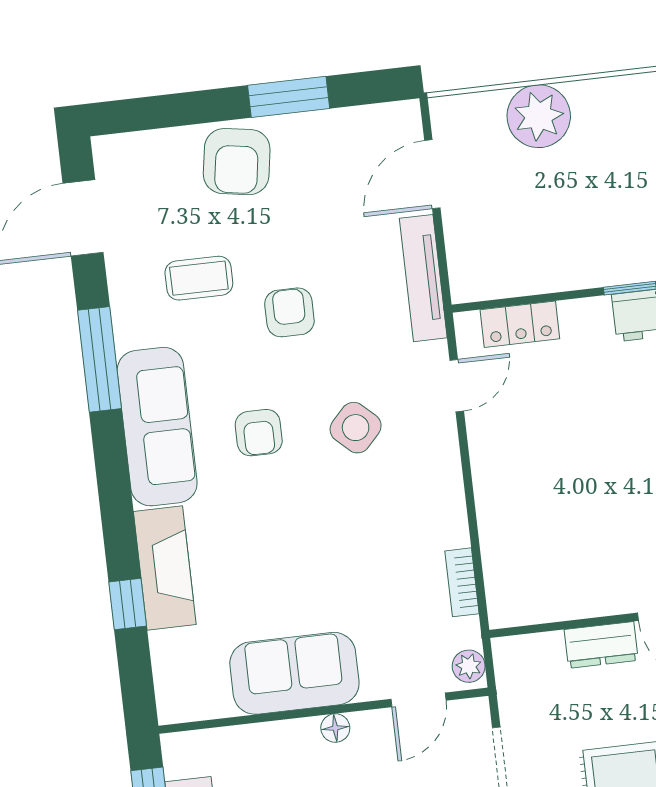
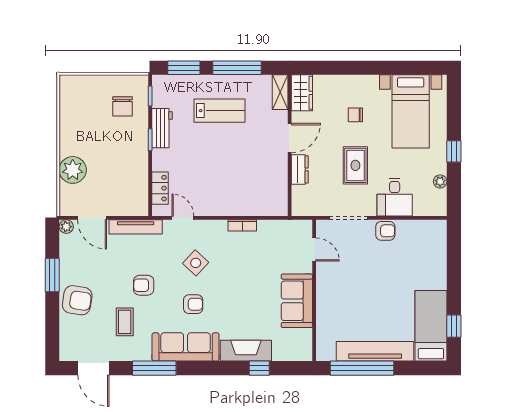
bookcase: (462, 582) -> (242, 225), moved
plant: (469, 666) -> (66, 227), moved
floor lamp: (335, 728) -> (322, 286), removed

